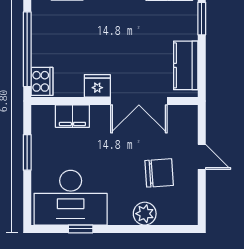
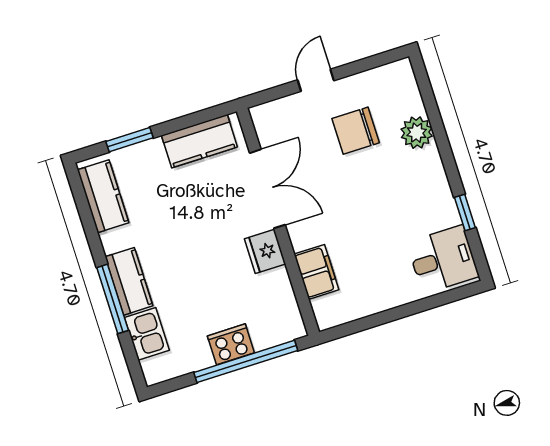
cooker: (42, 81) -> (231, 344), moved
window: (27, 152) -> (385, 317), removed
chair: (159, 173) -> (356, 131), turned -86
desk: (71, 198) -> (443, 259), width x0.53, depth x0.77

